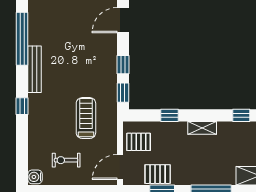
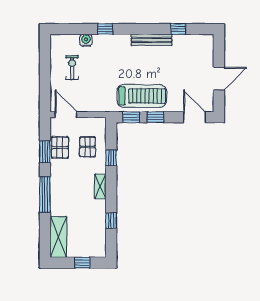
window: (22, 39) -> (178, 29), width x0.32
window: (22, 106) -> (105, 29), moved
treadmill: (86, 118) -> (142, 96), moved, width x1.37, depth x1.38
pallet: (139, 142) -> (88, 147), moved
water cooler: (35, 177) -> (86, 40), moved

